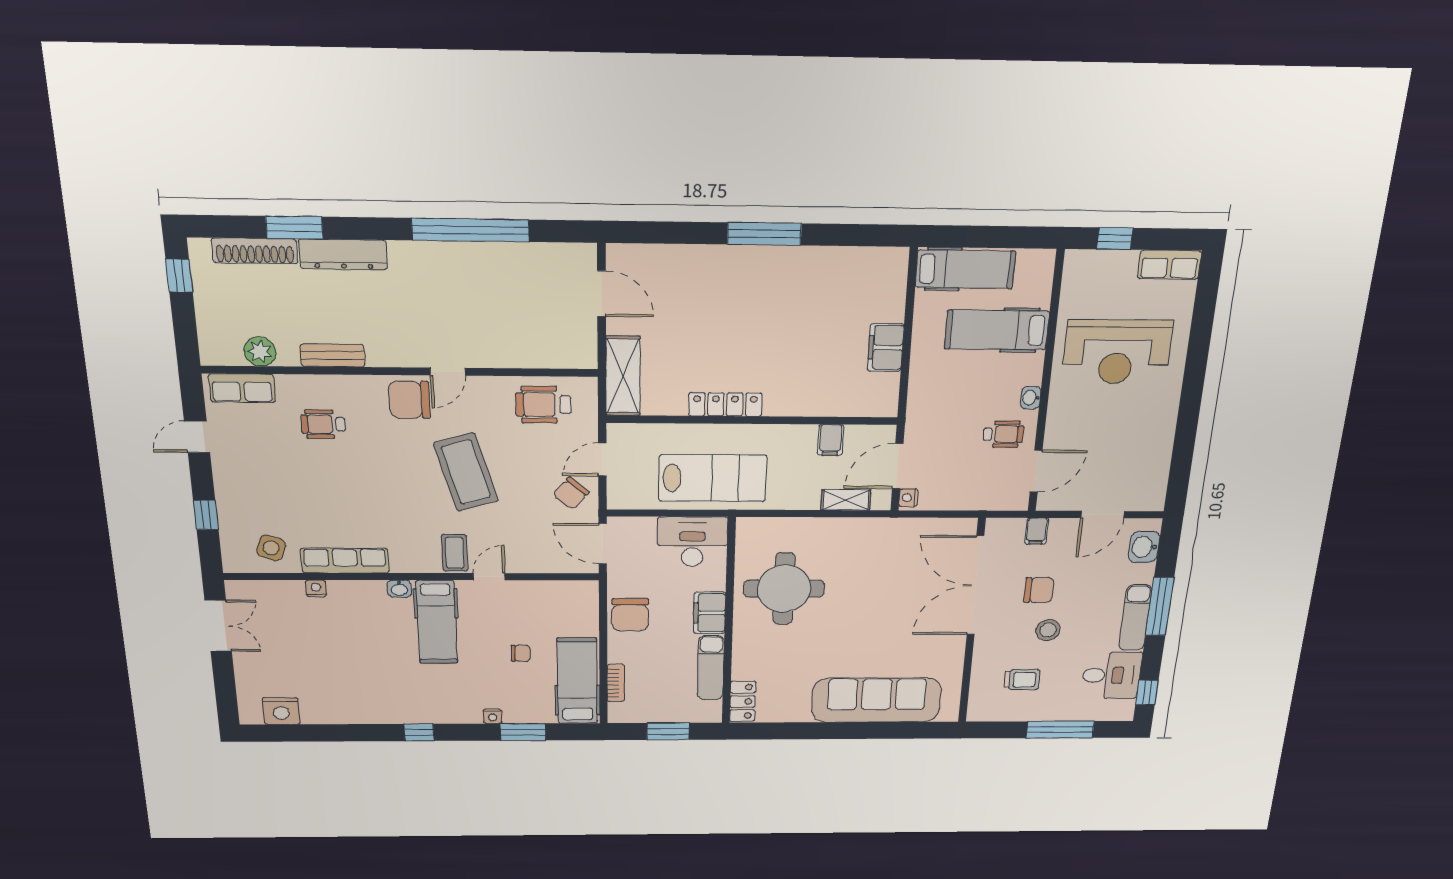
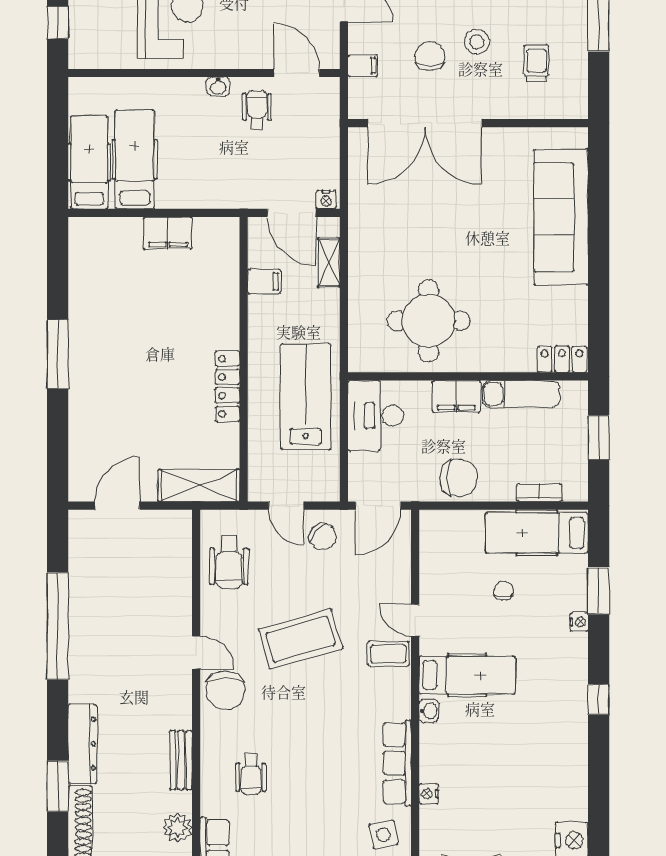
hospital bed: (997, 330) -> (135, 159), moved, turned 180
side table: (271, 548) -> (383, 835), turned -30

